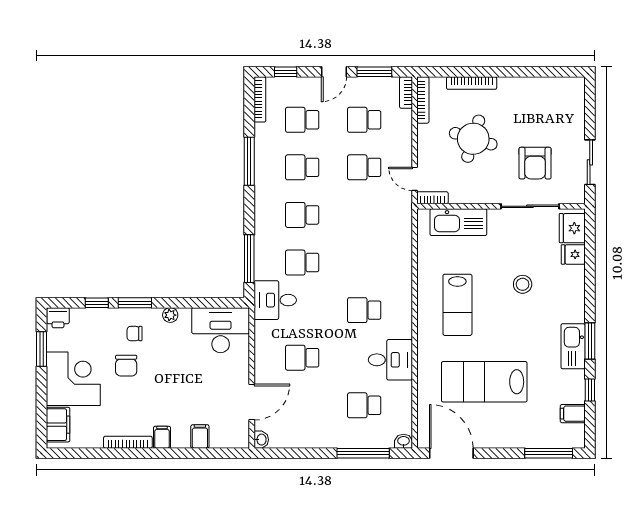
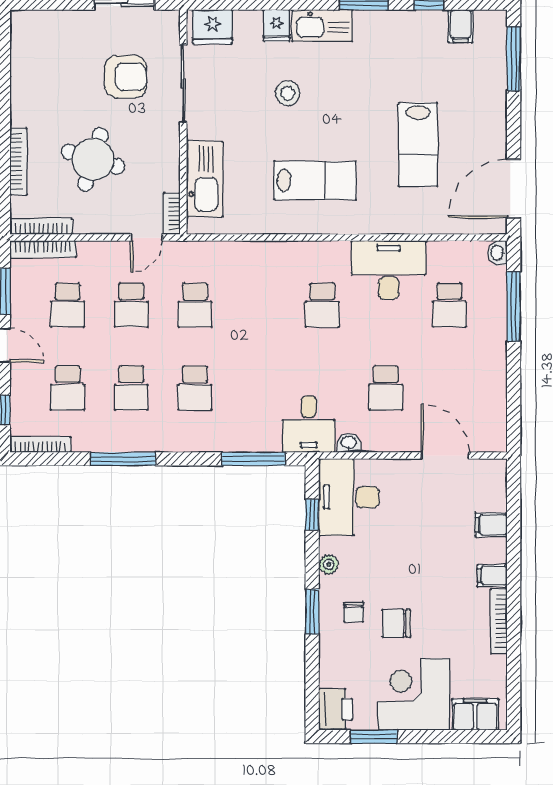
bookcase: (406, 93) -> (43, 249), width x1.56
fridge: (573, 254) -> (277, 26), moved
school desk: (302, 263) -> (195, 305), moved
window: (97, 303) -> (312, 515), moved
printer: (58, 318) -> (336, 709), width x1.36, depth x1.24
kitchen sink: (573, 346) -> (322, 26), moved
desk: (390, 360) -> (389, 270), width x1.37
chair: (126, 366) -> (396, 623), turned 180
lab bench: (484, 382) -> (418, 145), width x0.73, depth x0.72
washbasin: (261, 440) -> (349, 443), moved

